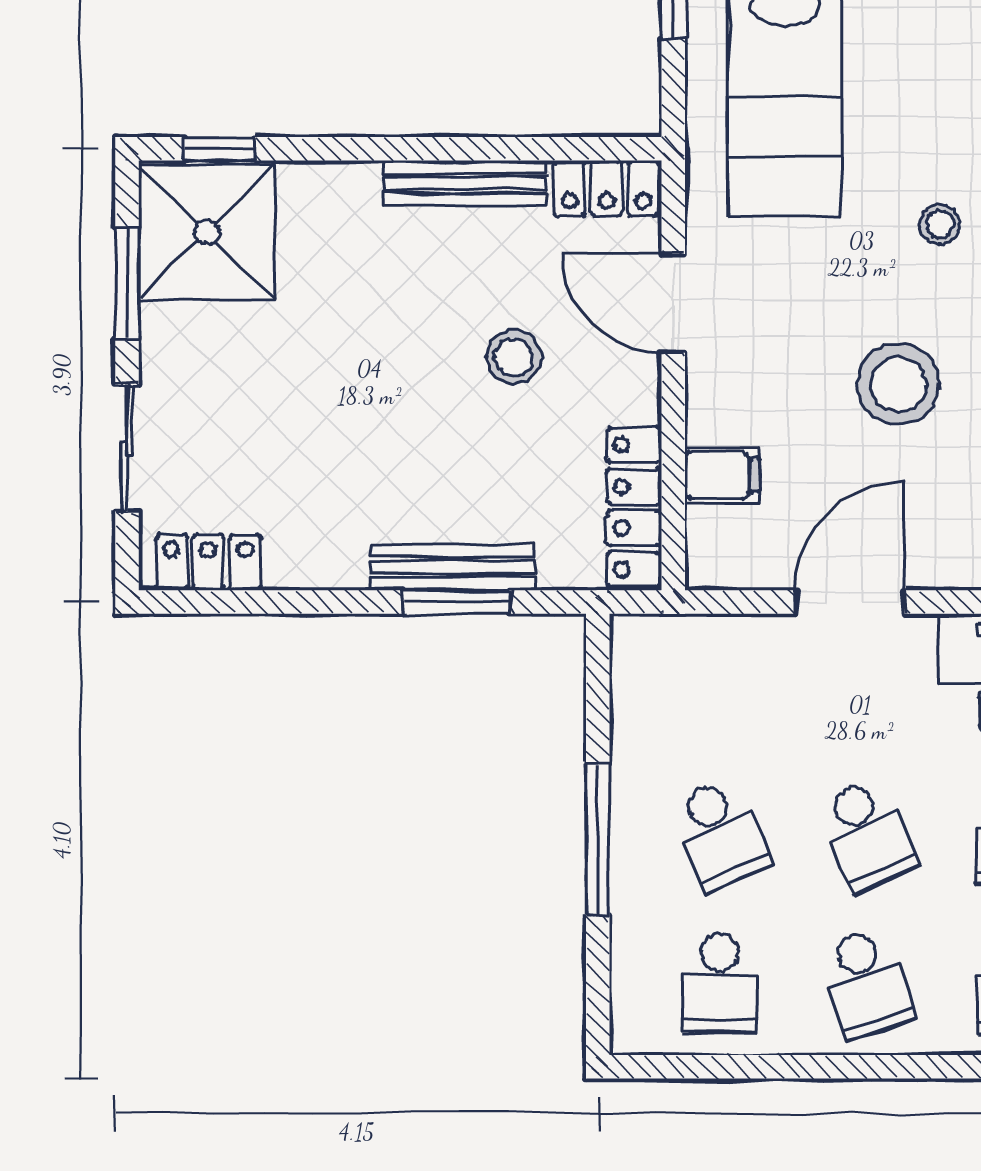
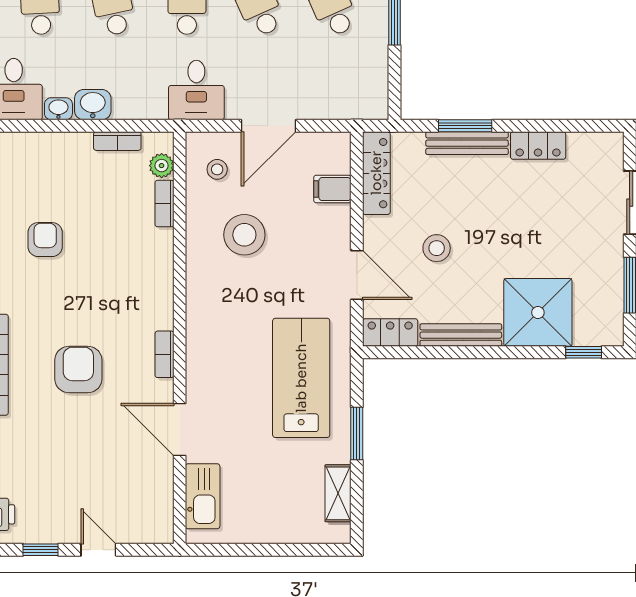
stool: (940, 224) -> (217, 169), moved
shower: (207, 232) -> (538, 312), moved
locker: (208, 562) -> (538, 146), moved

